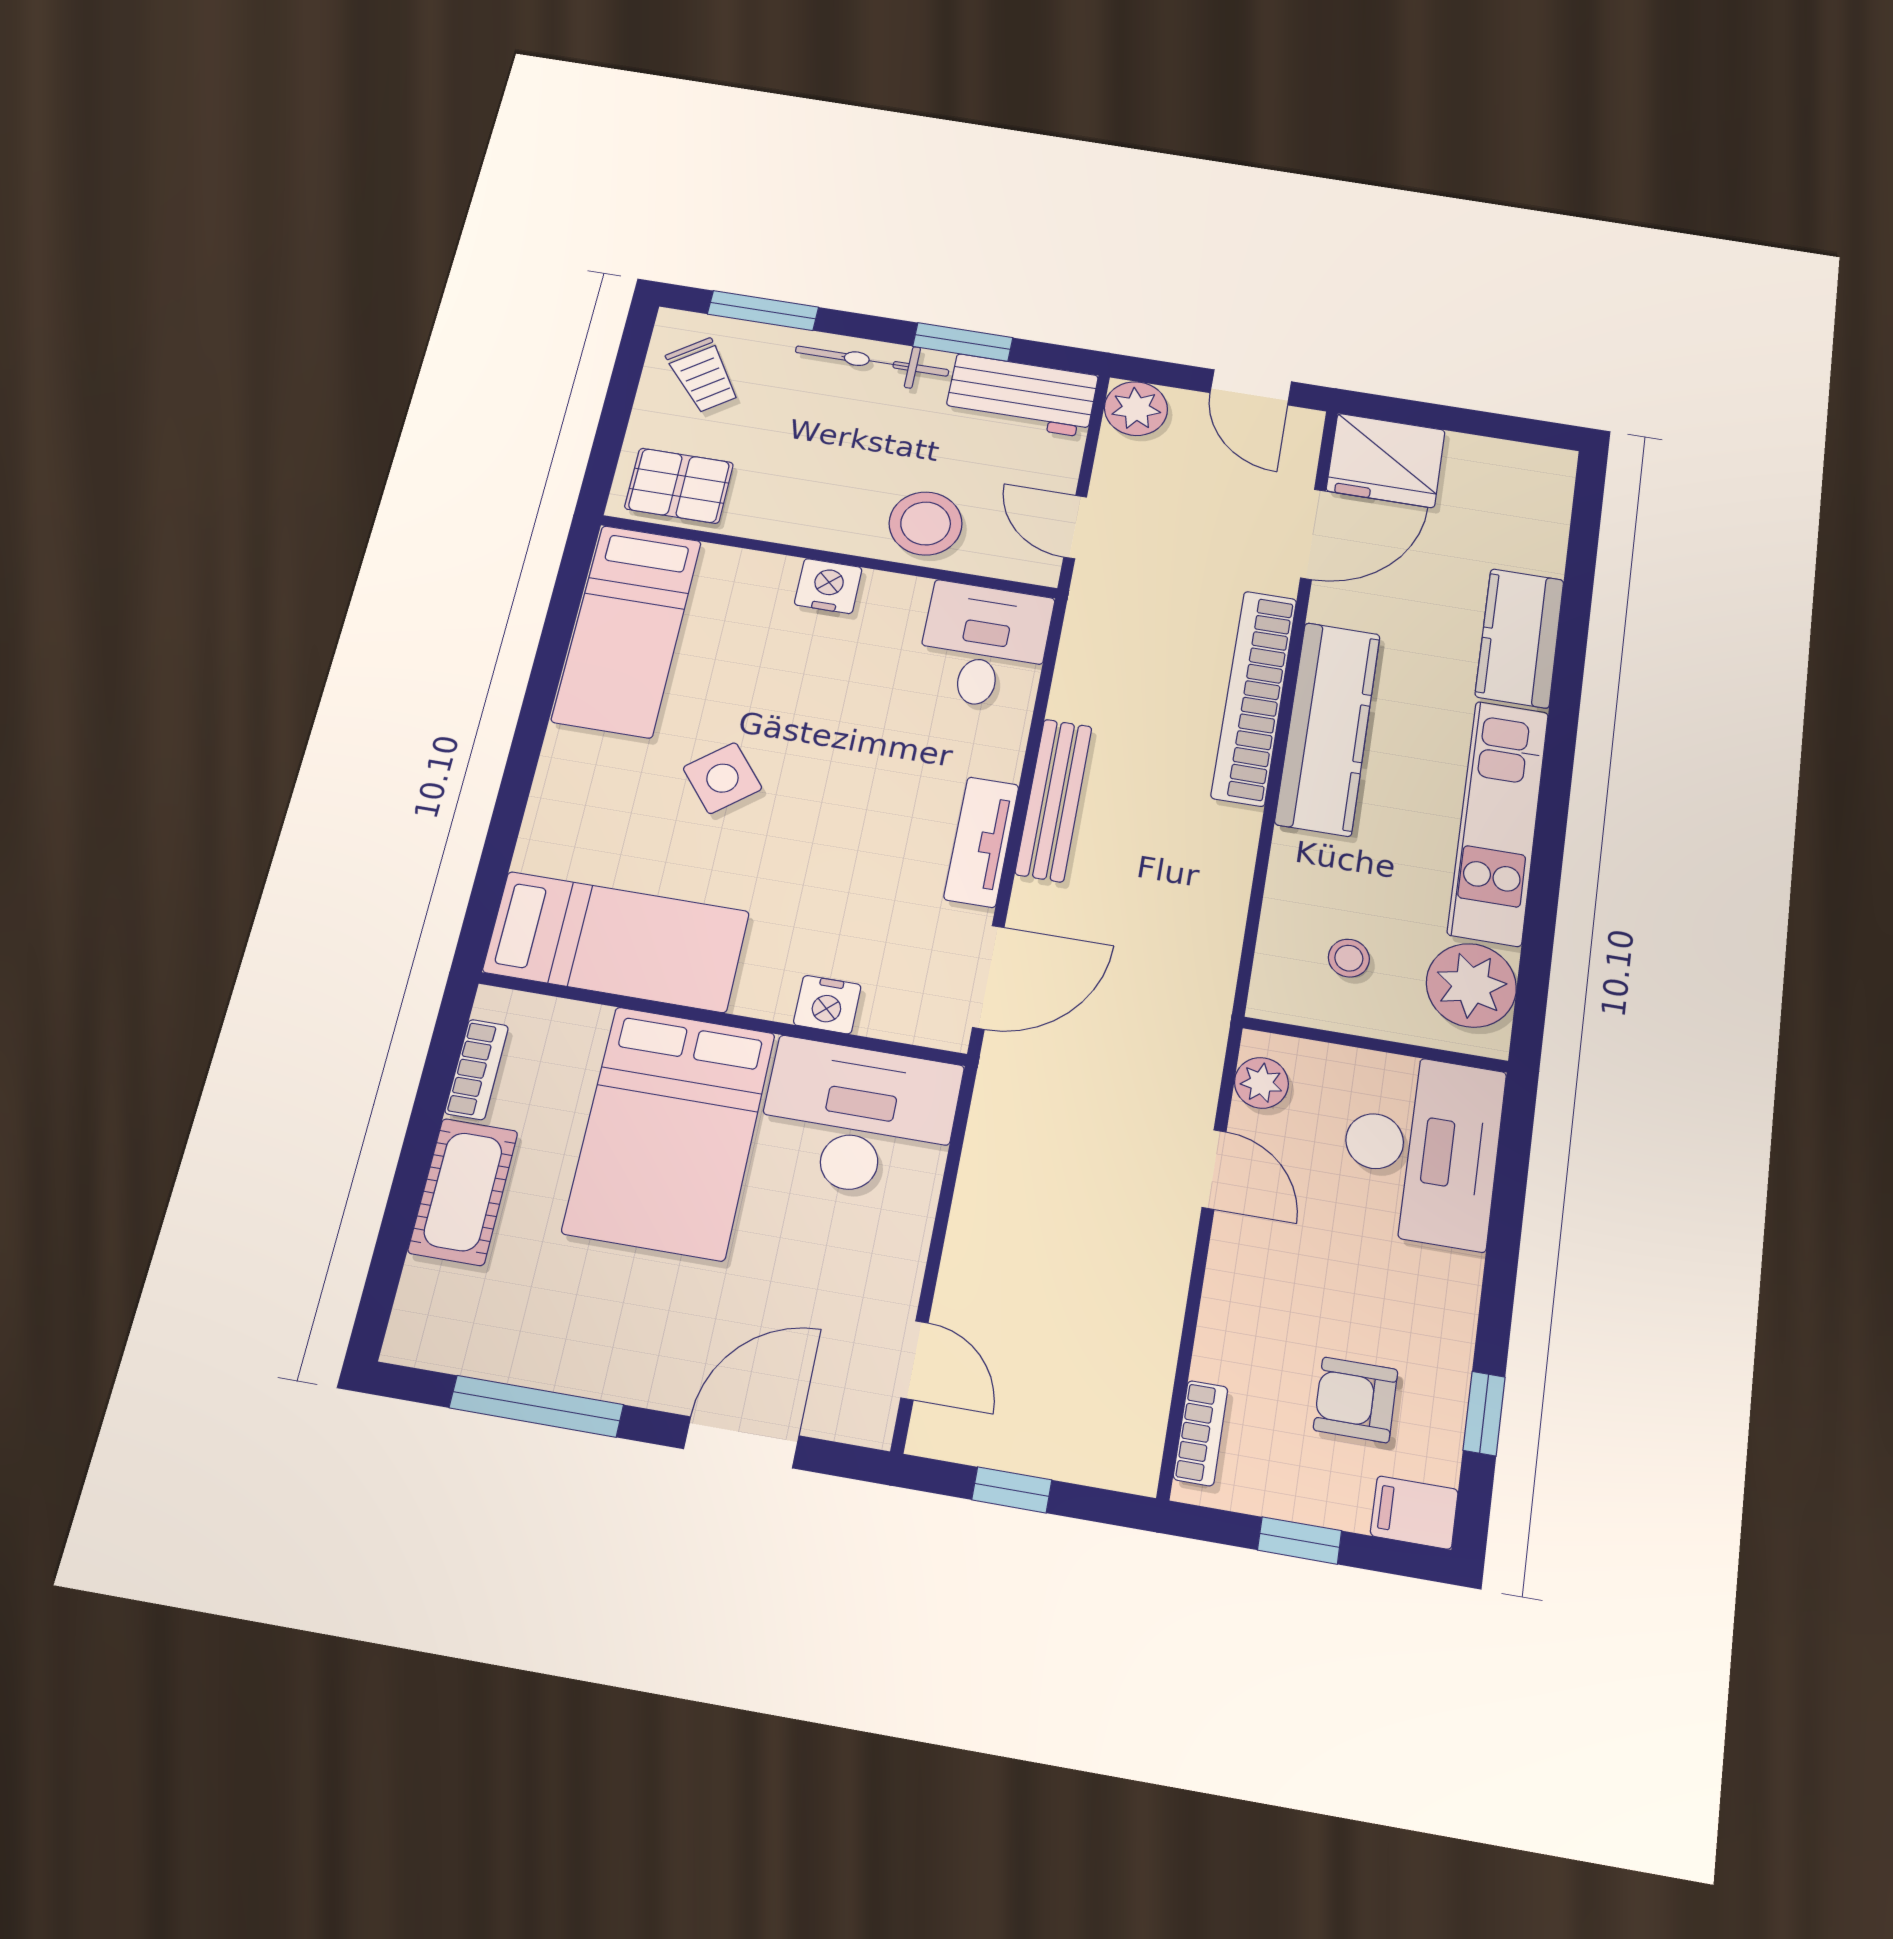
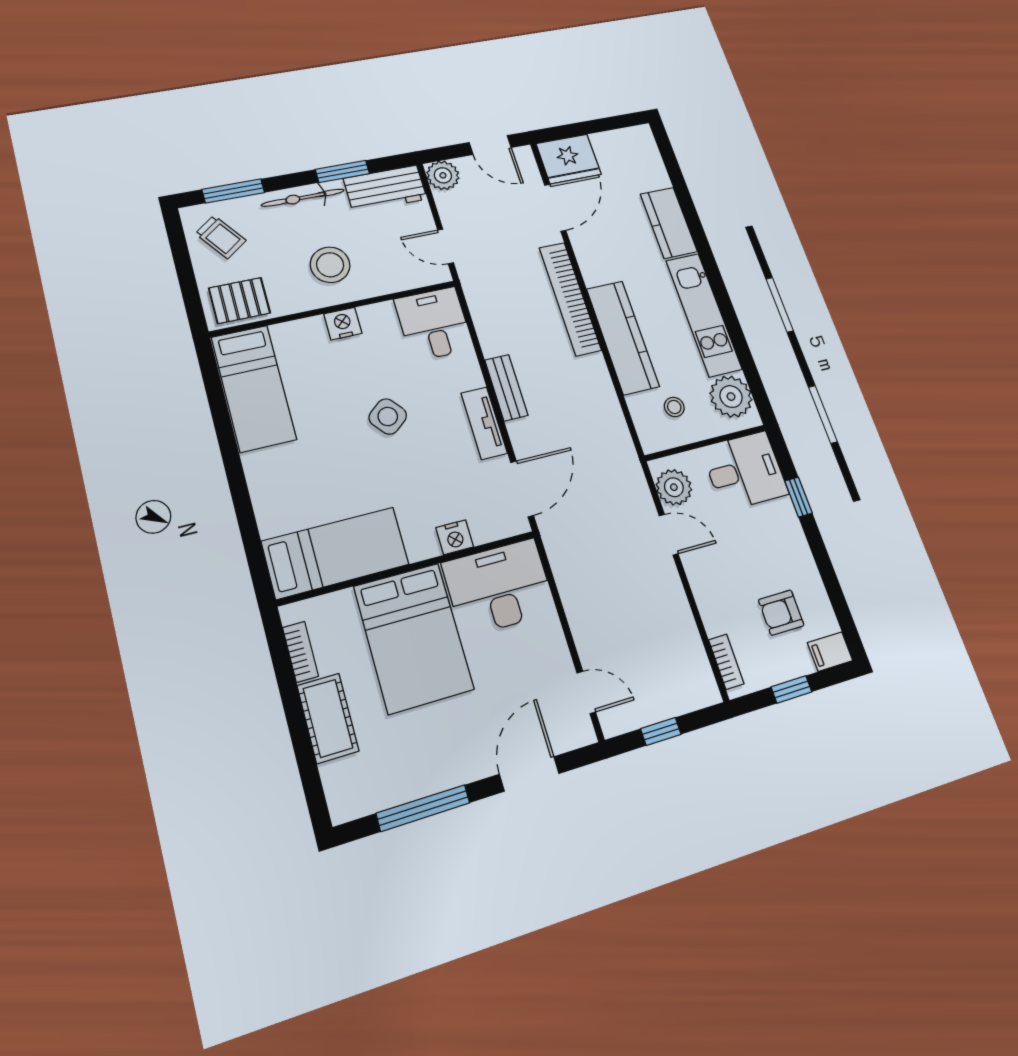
stool: (926, 523) -> (330, 265), moved
kitchen counter: (1328, 728) -> (623, 337), moved
side table: (722, 778) -> (388, 416), moved
bench: (1054, 800) -> (506, 388), width x0.73
plant: (1261, 1083) -> (674, 487), width x1.38, depth x1.38
desk: (1421, 1149) -> (745, 471), width x0.73
window: (1484, 1414) -> (798, 497), moved

